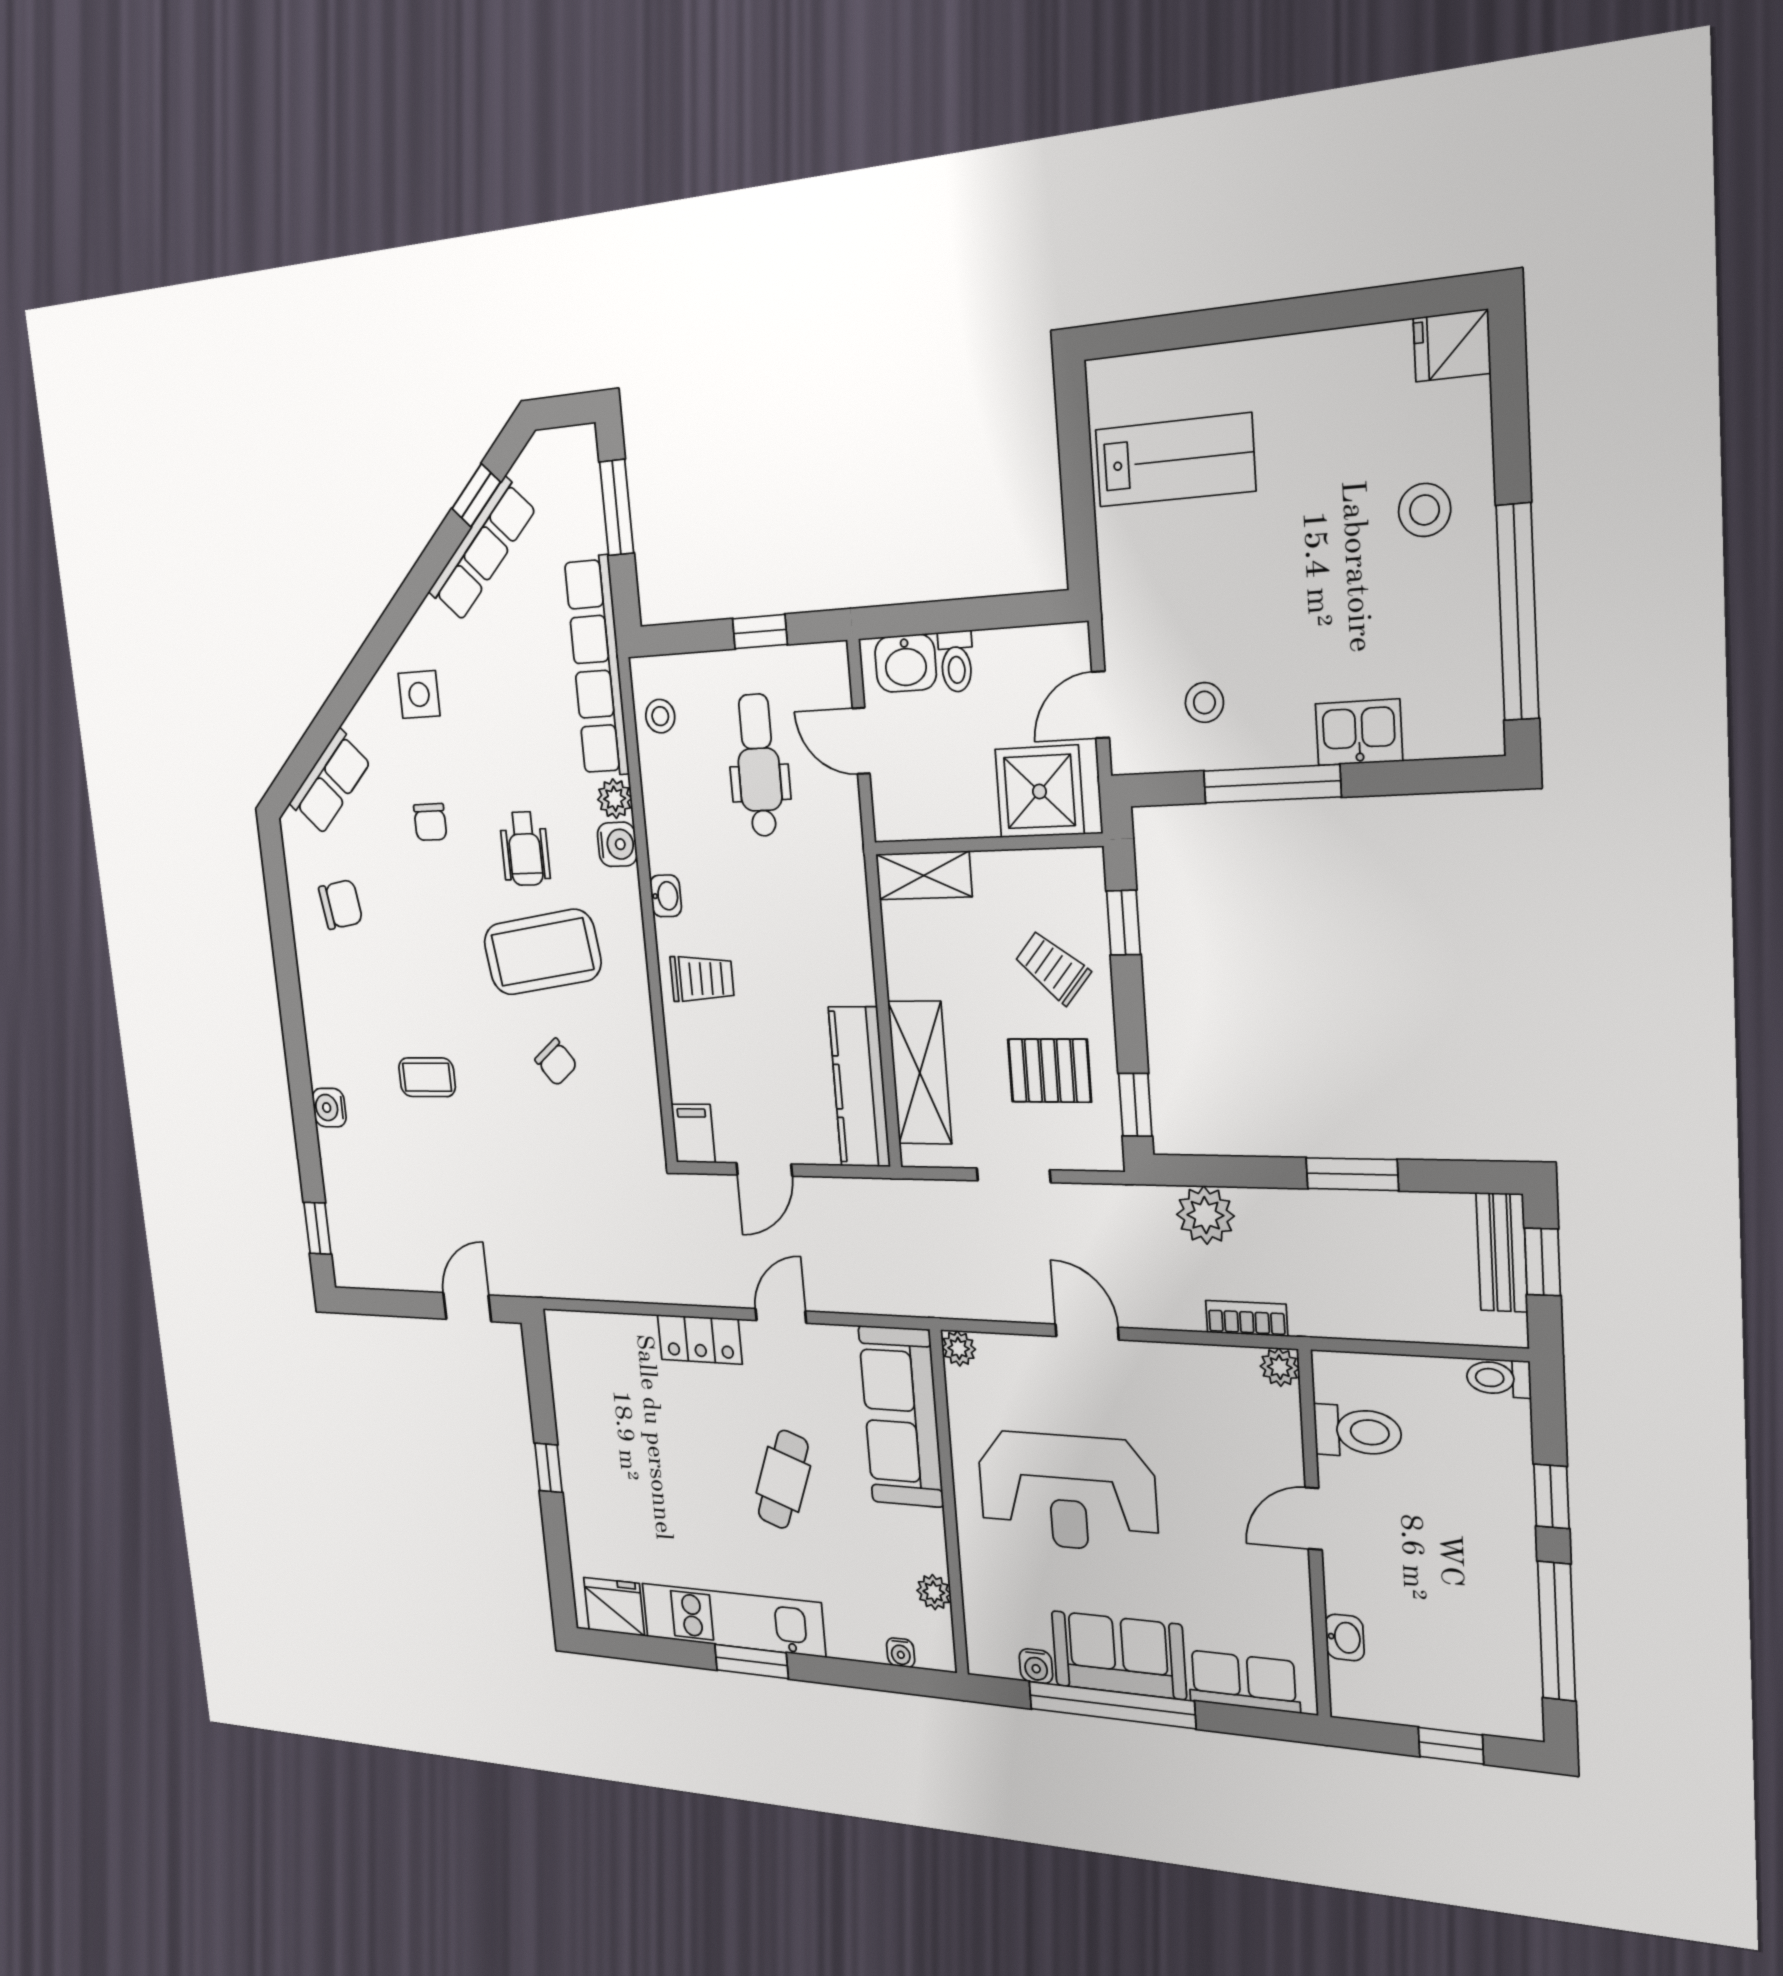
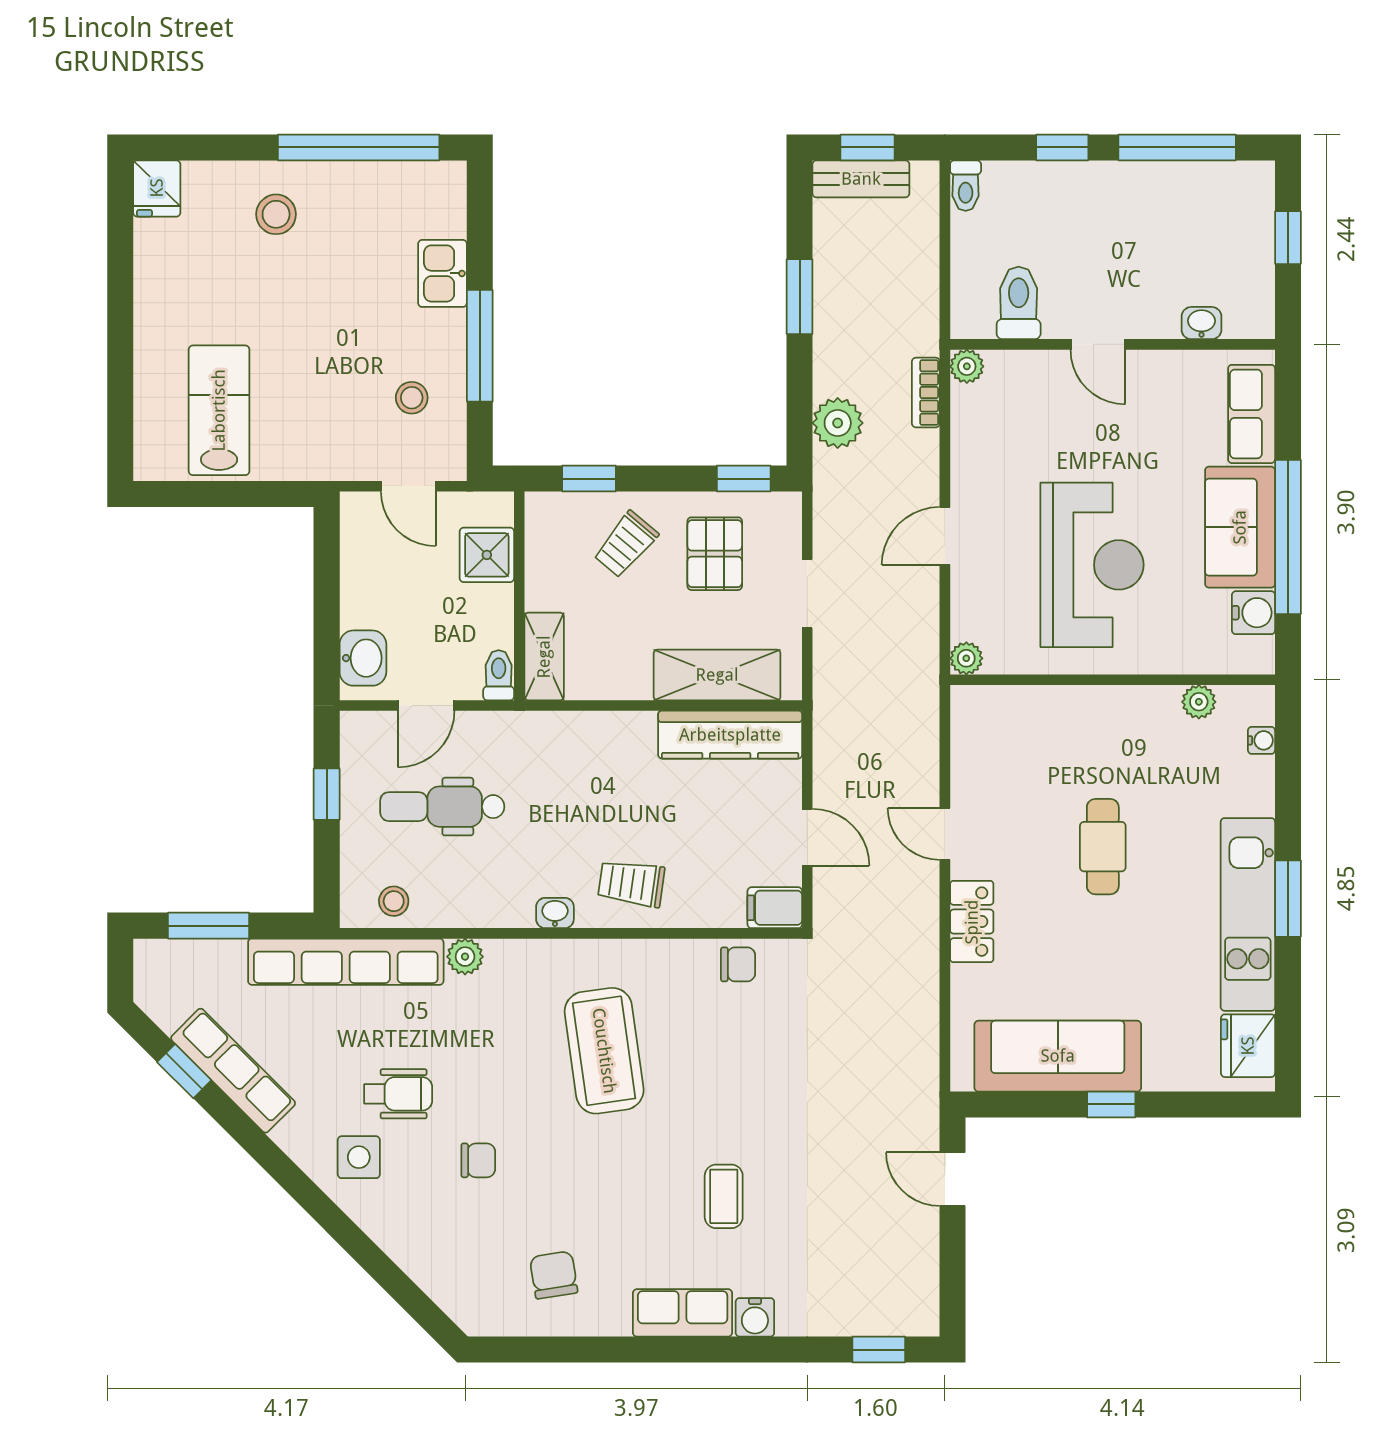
toilet: (956, 661) -> (499, 675), moved, turned -90
row of seats: (330, 782) -> (683, 1313), moved, turned -45
shower: (1039, 791) -> (487, 555), width x0.73, depth x0.73
water cooler: (617, 844) -> (507, 958), removed
wheelchair: (525, 849) -> (398, 1094), moved
trolley: (702, 979) -> (631, 883), turned -82
chair: (556, 1062) -> (738, 964), moved, turned 39
sofa: (901, 1416) -> (1058, 1056), moved, turned 180
cafe table: (783, 1479) -> (1103, 847), turned 70
water cooler: (1036, 1666) -> (1253, 613), width x1.38, depth x1.38

